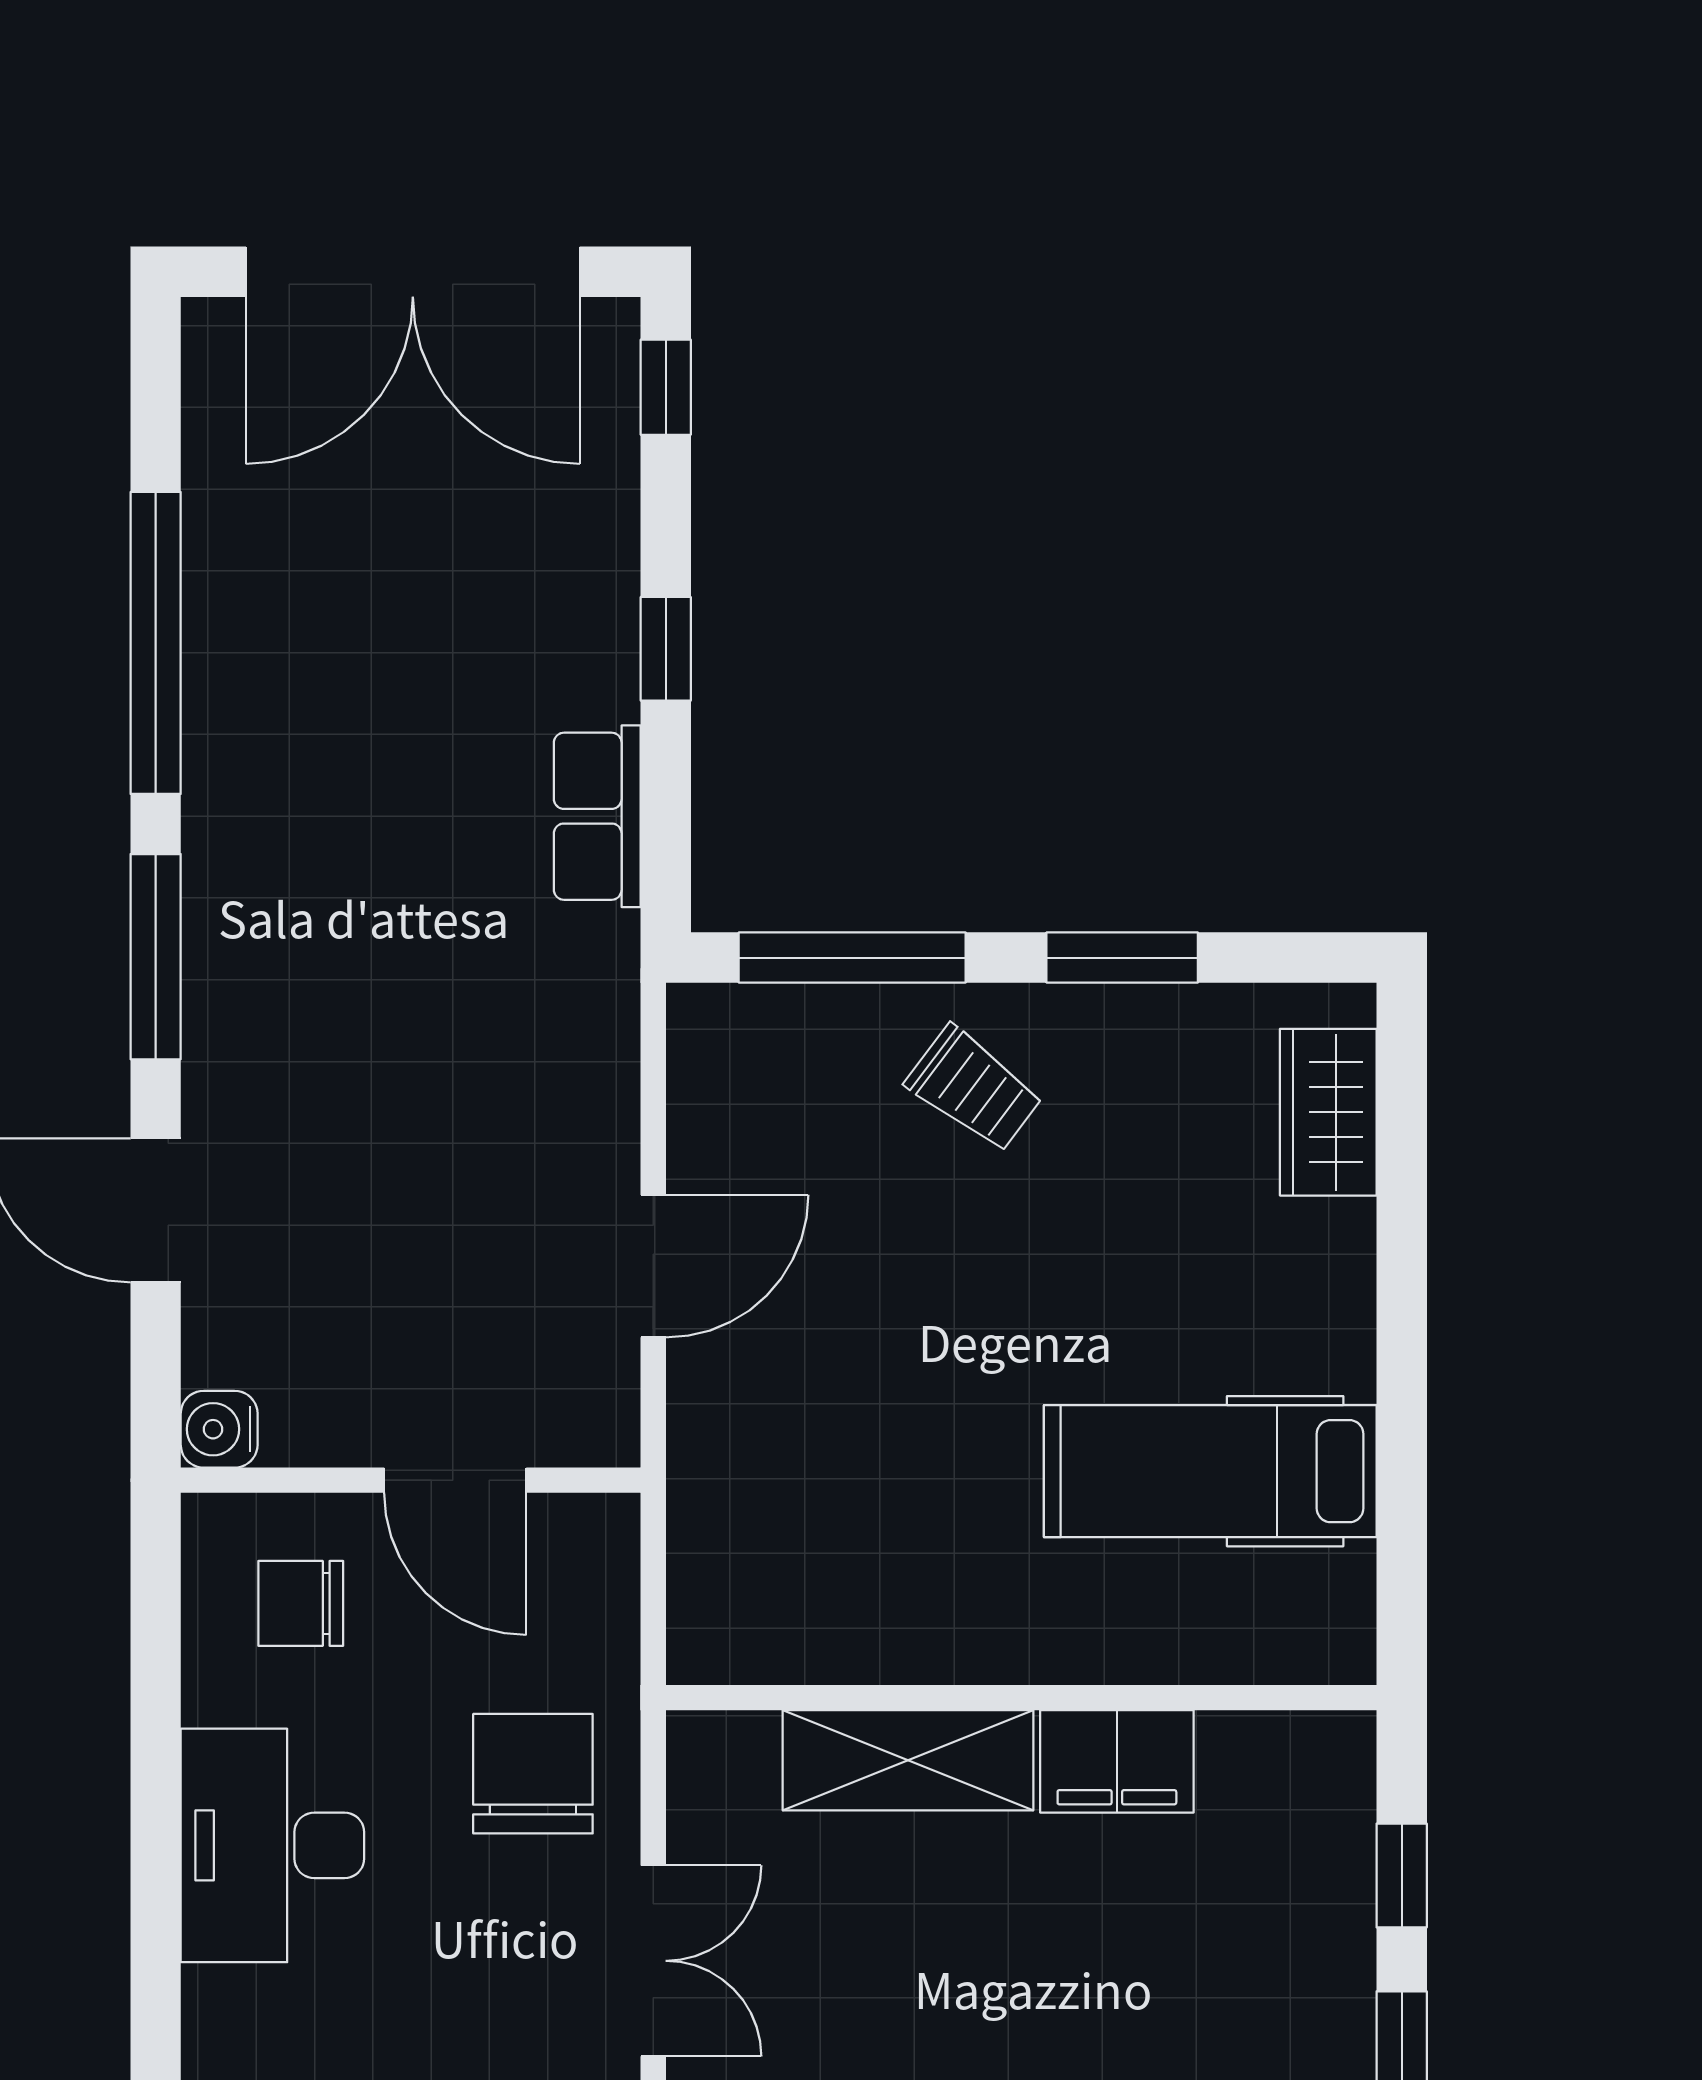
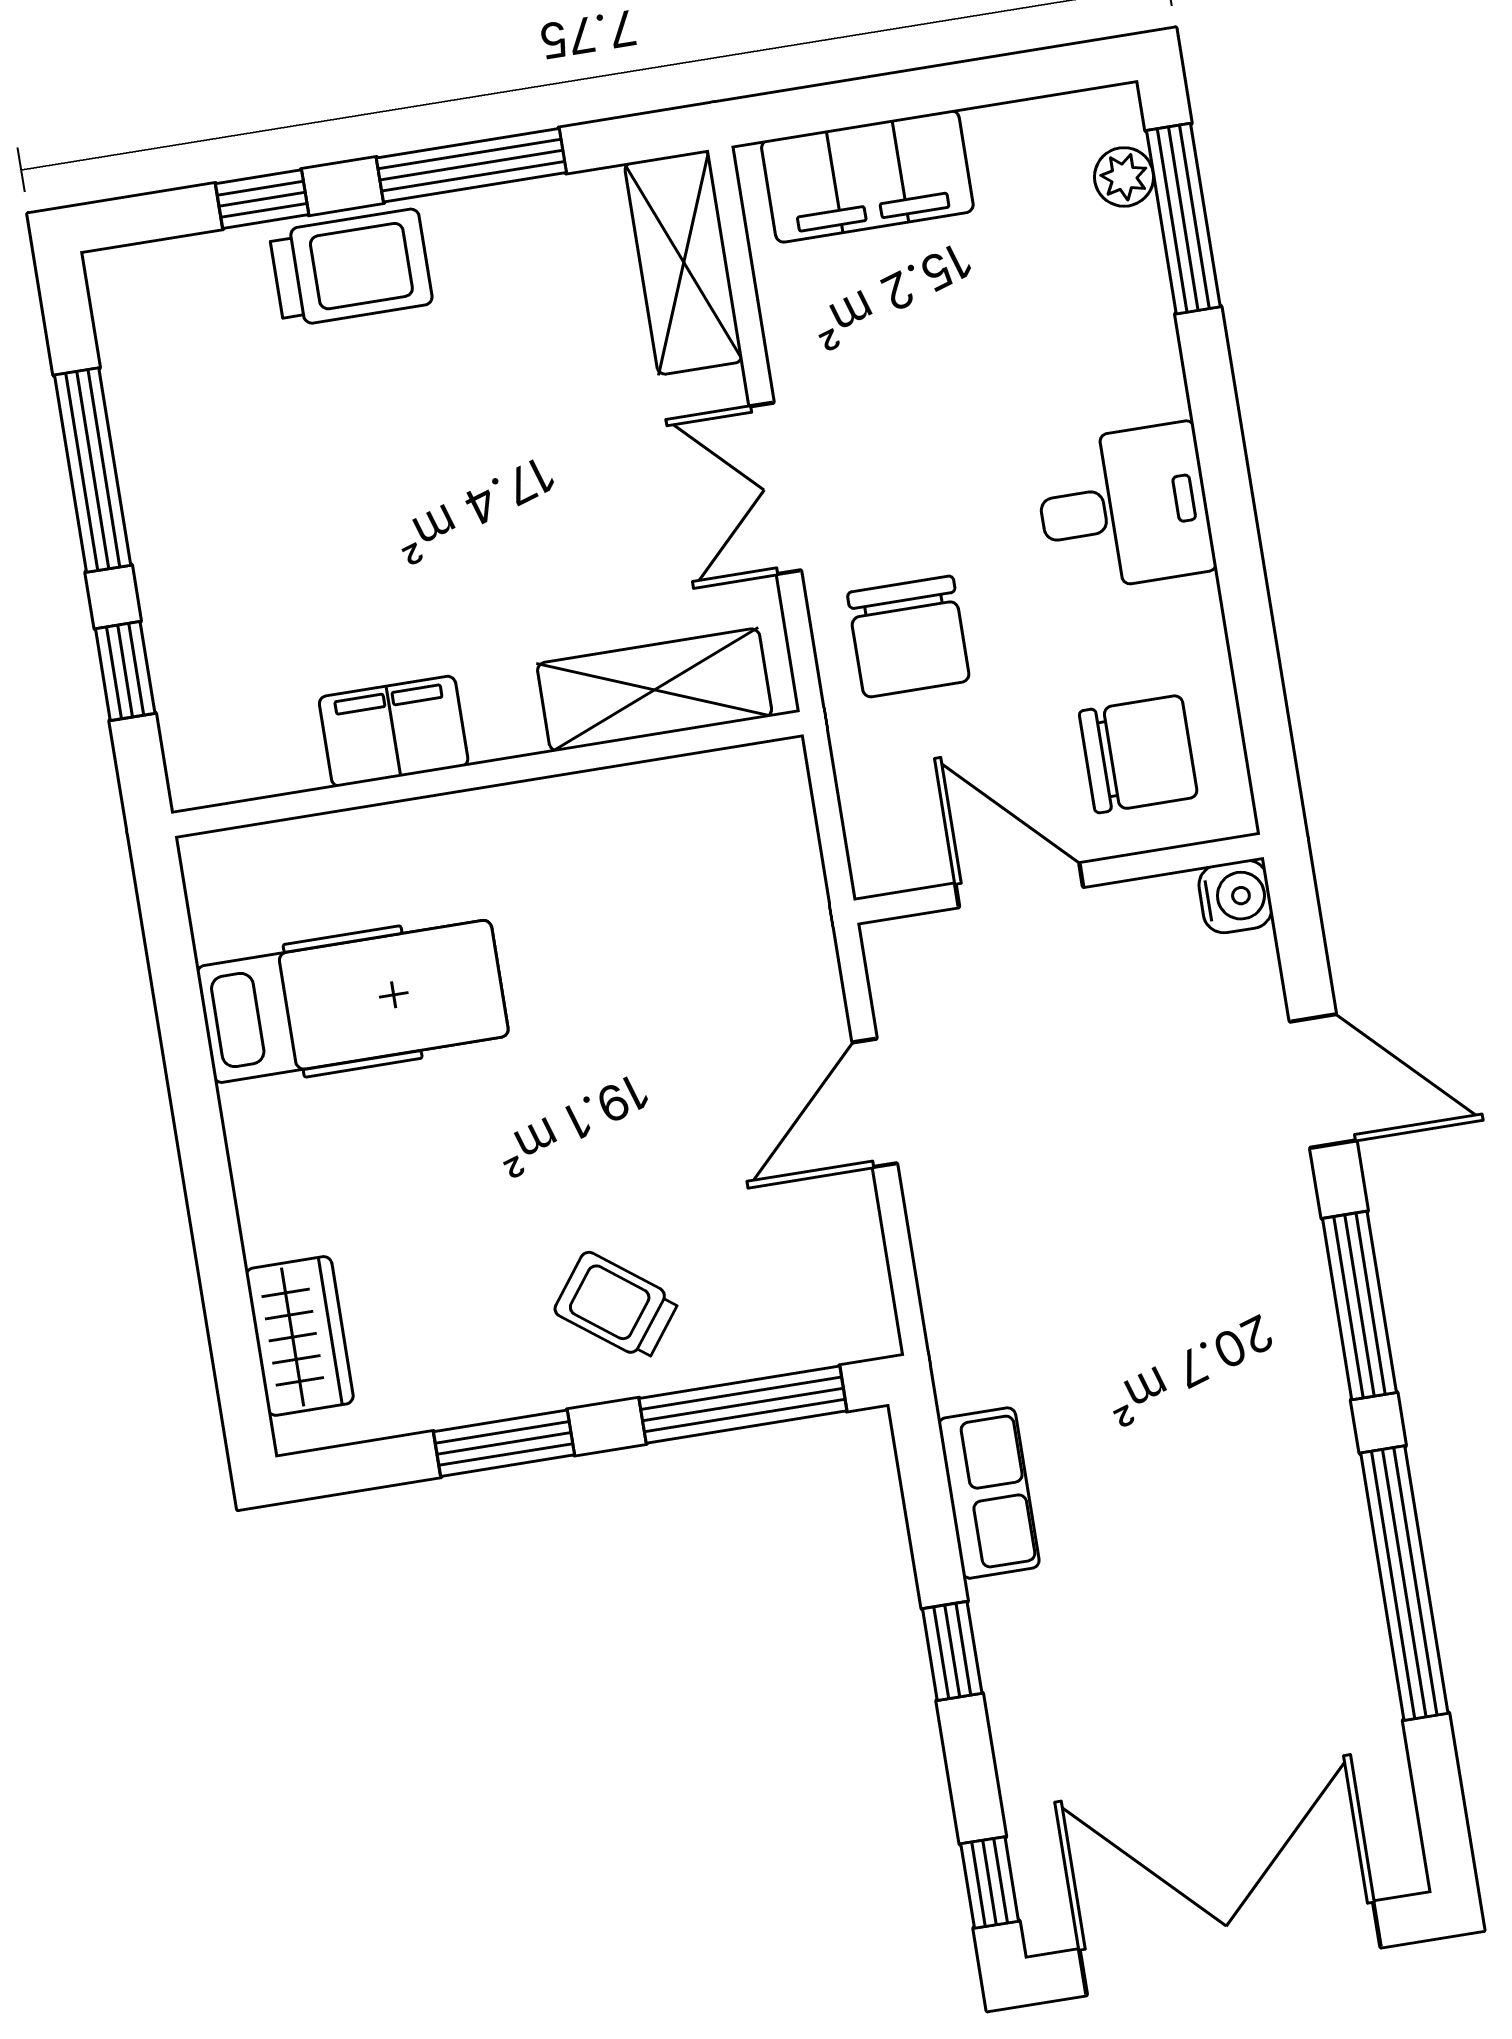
chair: (301, 1603) -> (1138, 754), width x1.37, depth x1.37
shelving: (908, 1760) -> (655, 690), moved
desk: (272, 1845) -> (1124, 508), width x0.73

